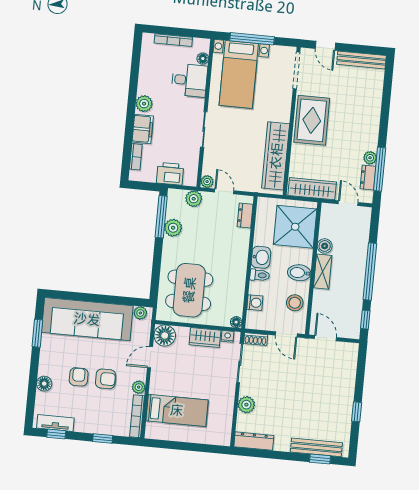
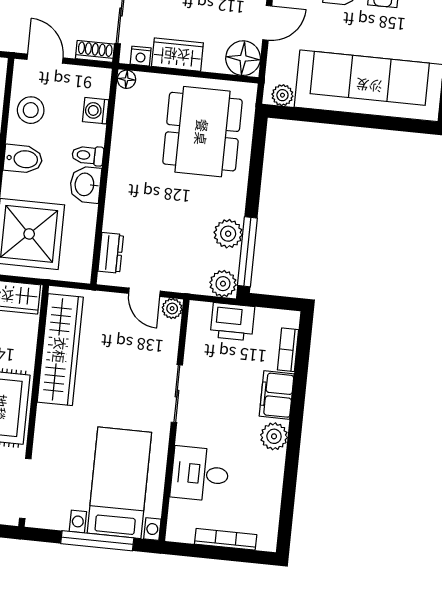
floor lamp: (203, 58) -> (178, 509), removed
plant: (194, 199) -> (223, 284), moved

